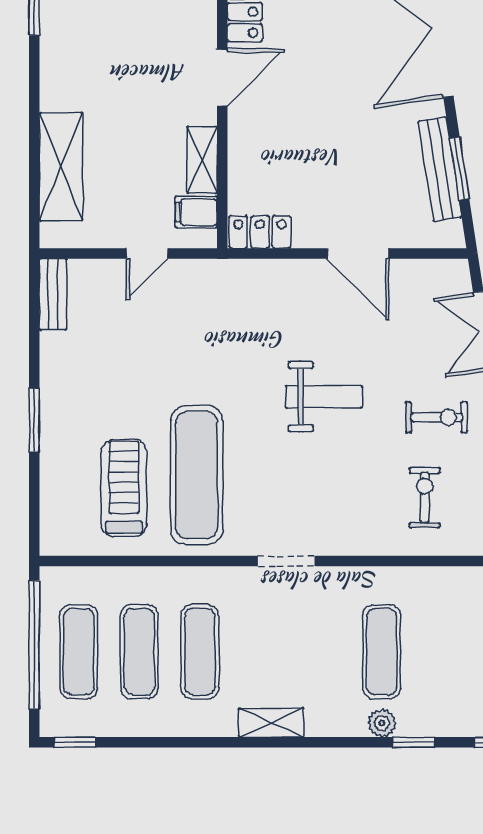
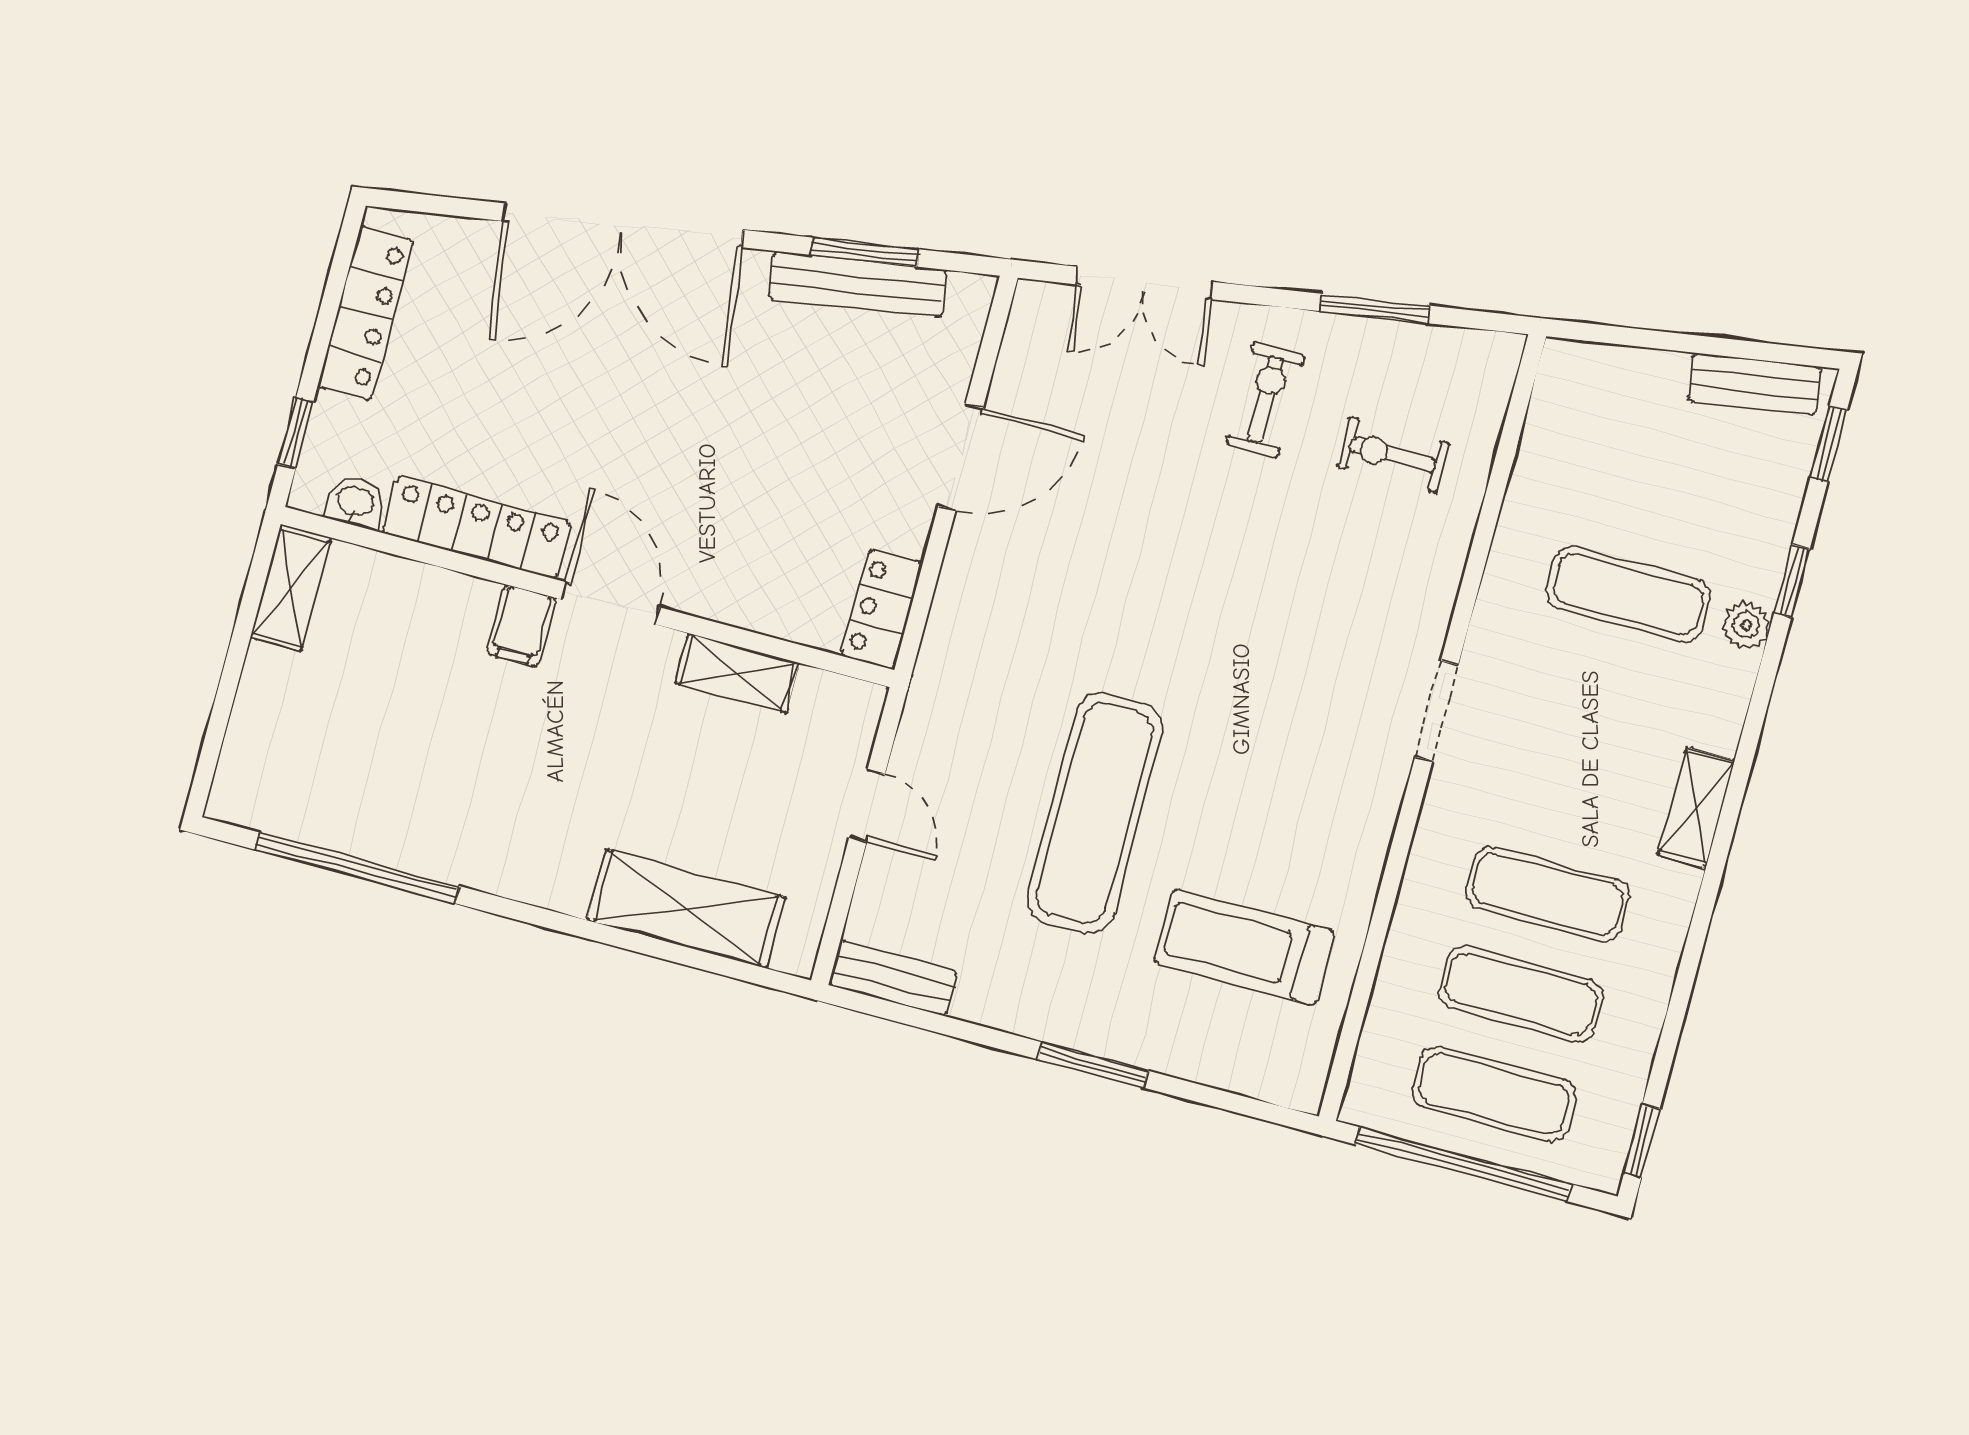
filing cabinet: (196, 212) -> (521, 626), moved
weight bench: (324, 397) -> (1182, 577), removed
exercise mat: (197, 475) -> (1095, 813), moved, turned 90

